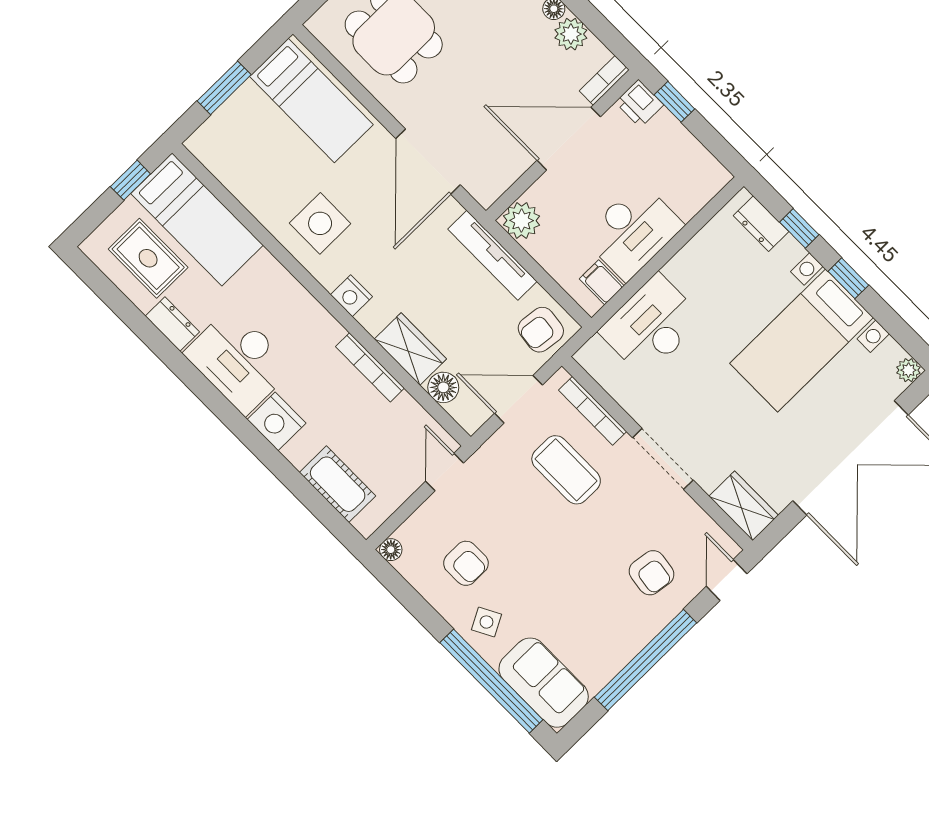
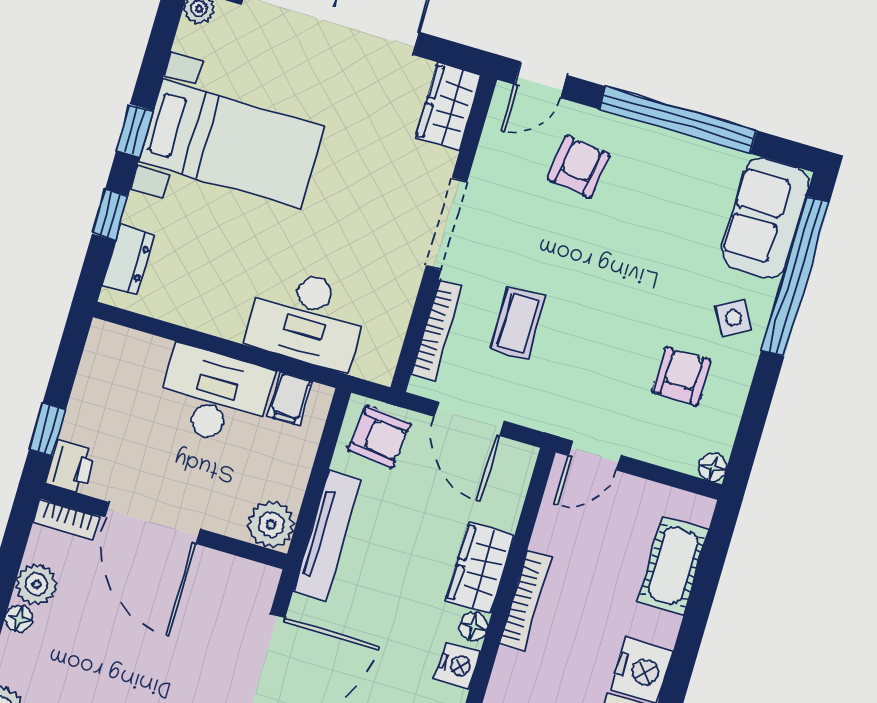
floor lamp: (443, 387) -> (473, 627), moved, width x0.73, depth x0.73
coffee table: (566, 470) -> (518, 323), width x0.73, depth x0.77

